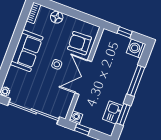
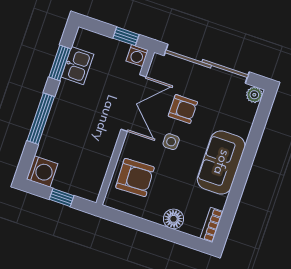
double door: (83, 77) -> (134, 103), moved
armchair: (49, 84) -> (183, 109), added

